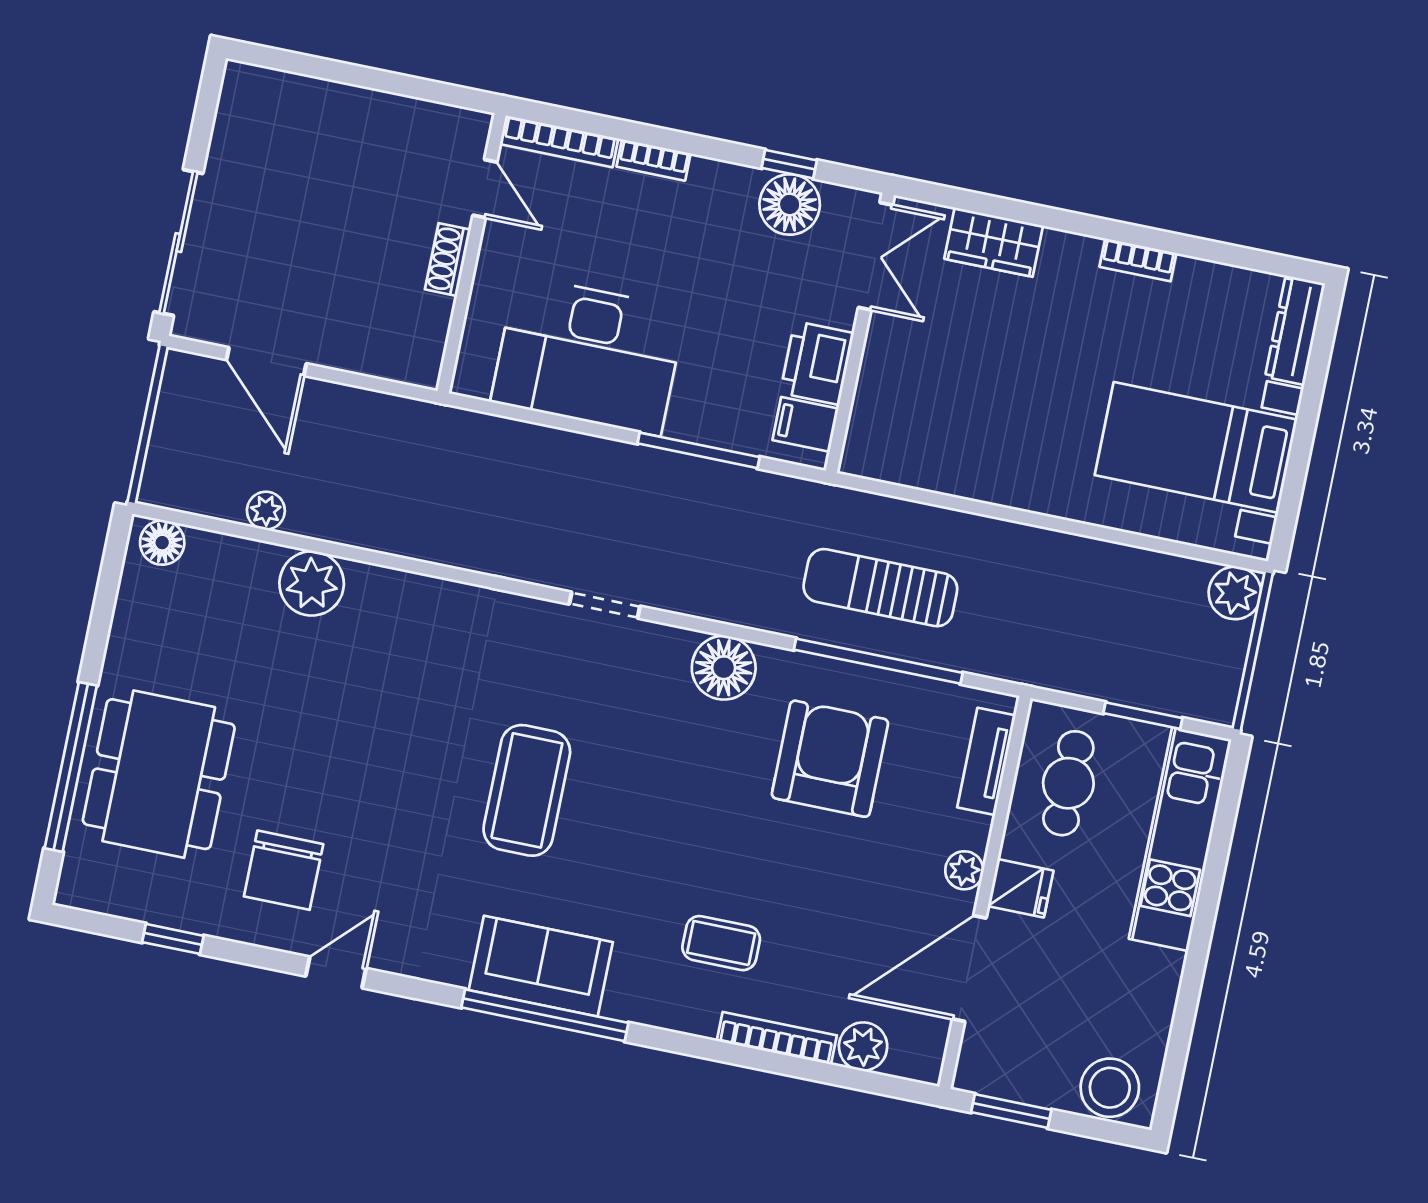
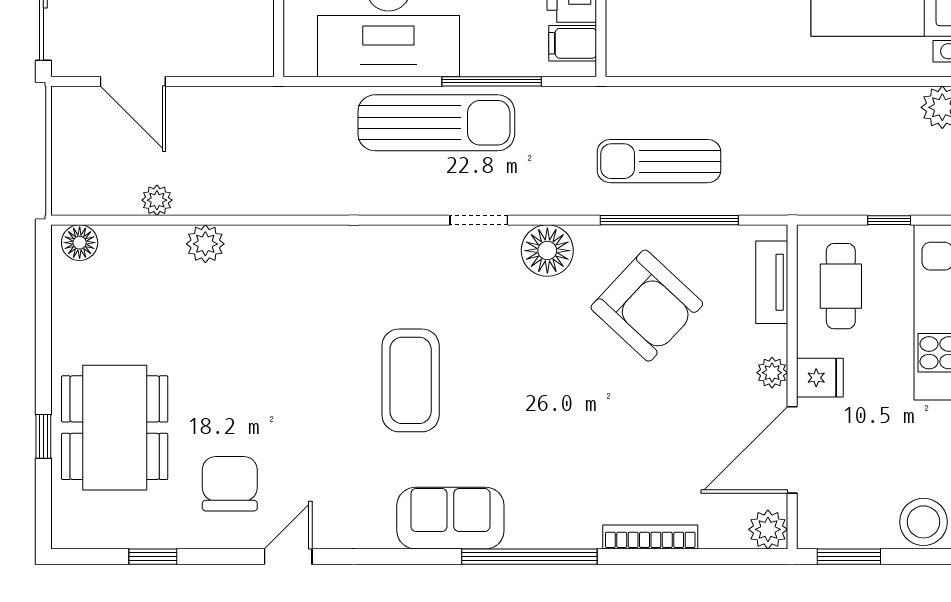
sun lounger: (622, 486) -> (436, 123), added
plant: (312, 583) -> (205, 244), width x0.73, depth x0.73
doorway: (605, 605) -> (479, 220), moved
window: (1143, 716) -> (889, 220), width x0.67
armchair: (830, 759) -> (647, 306), turned 133
window: (71, 767) -> (43, 436), width x0.32
chair: (284, 870) -> (230, 484), turned 180
coffee table: (721, 943) -> (590, 470), removed
window: (545, 1015) -> (529, 557), moved
plant: (863, 1047) -> (768, 529), moved

